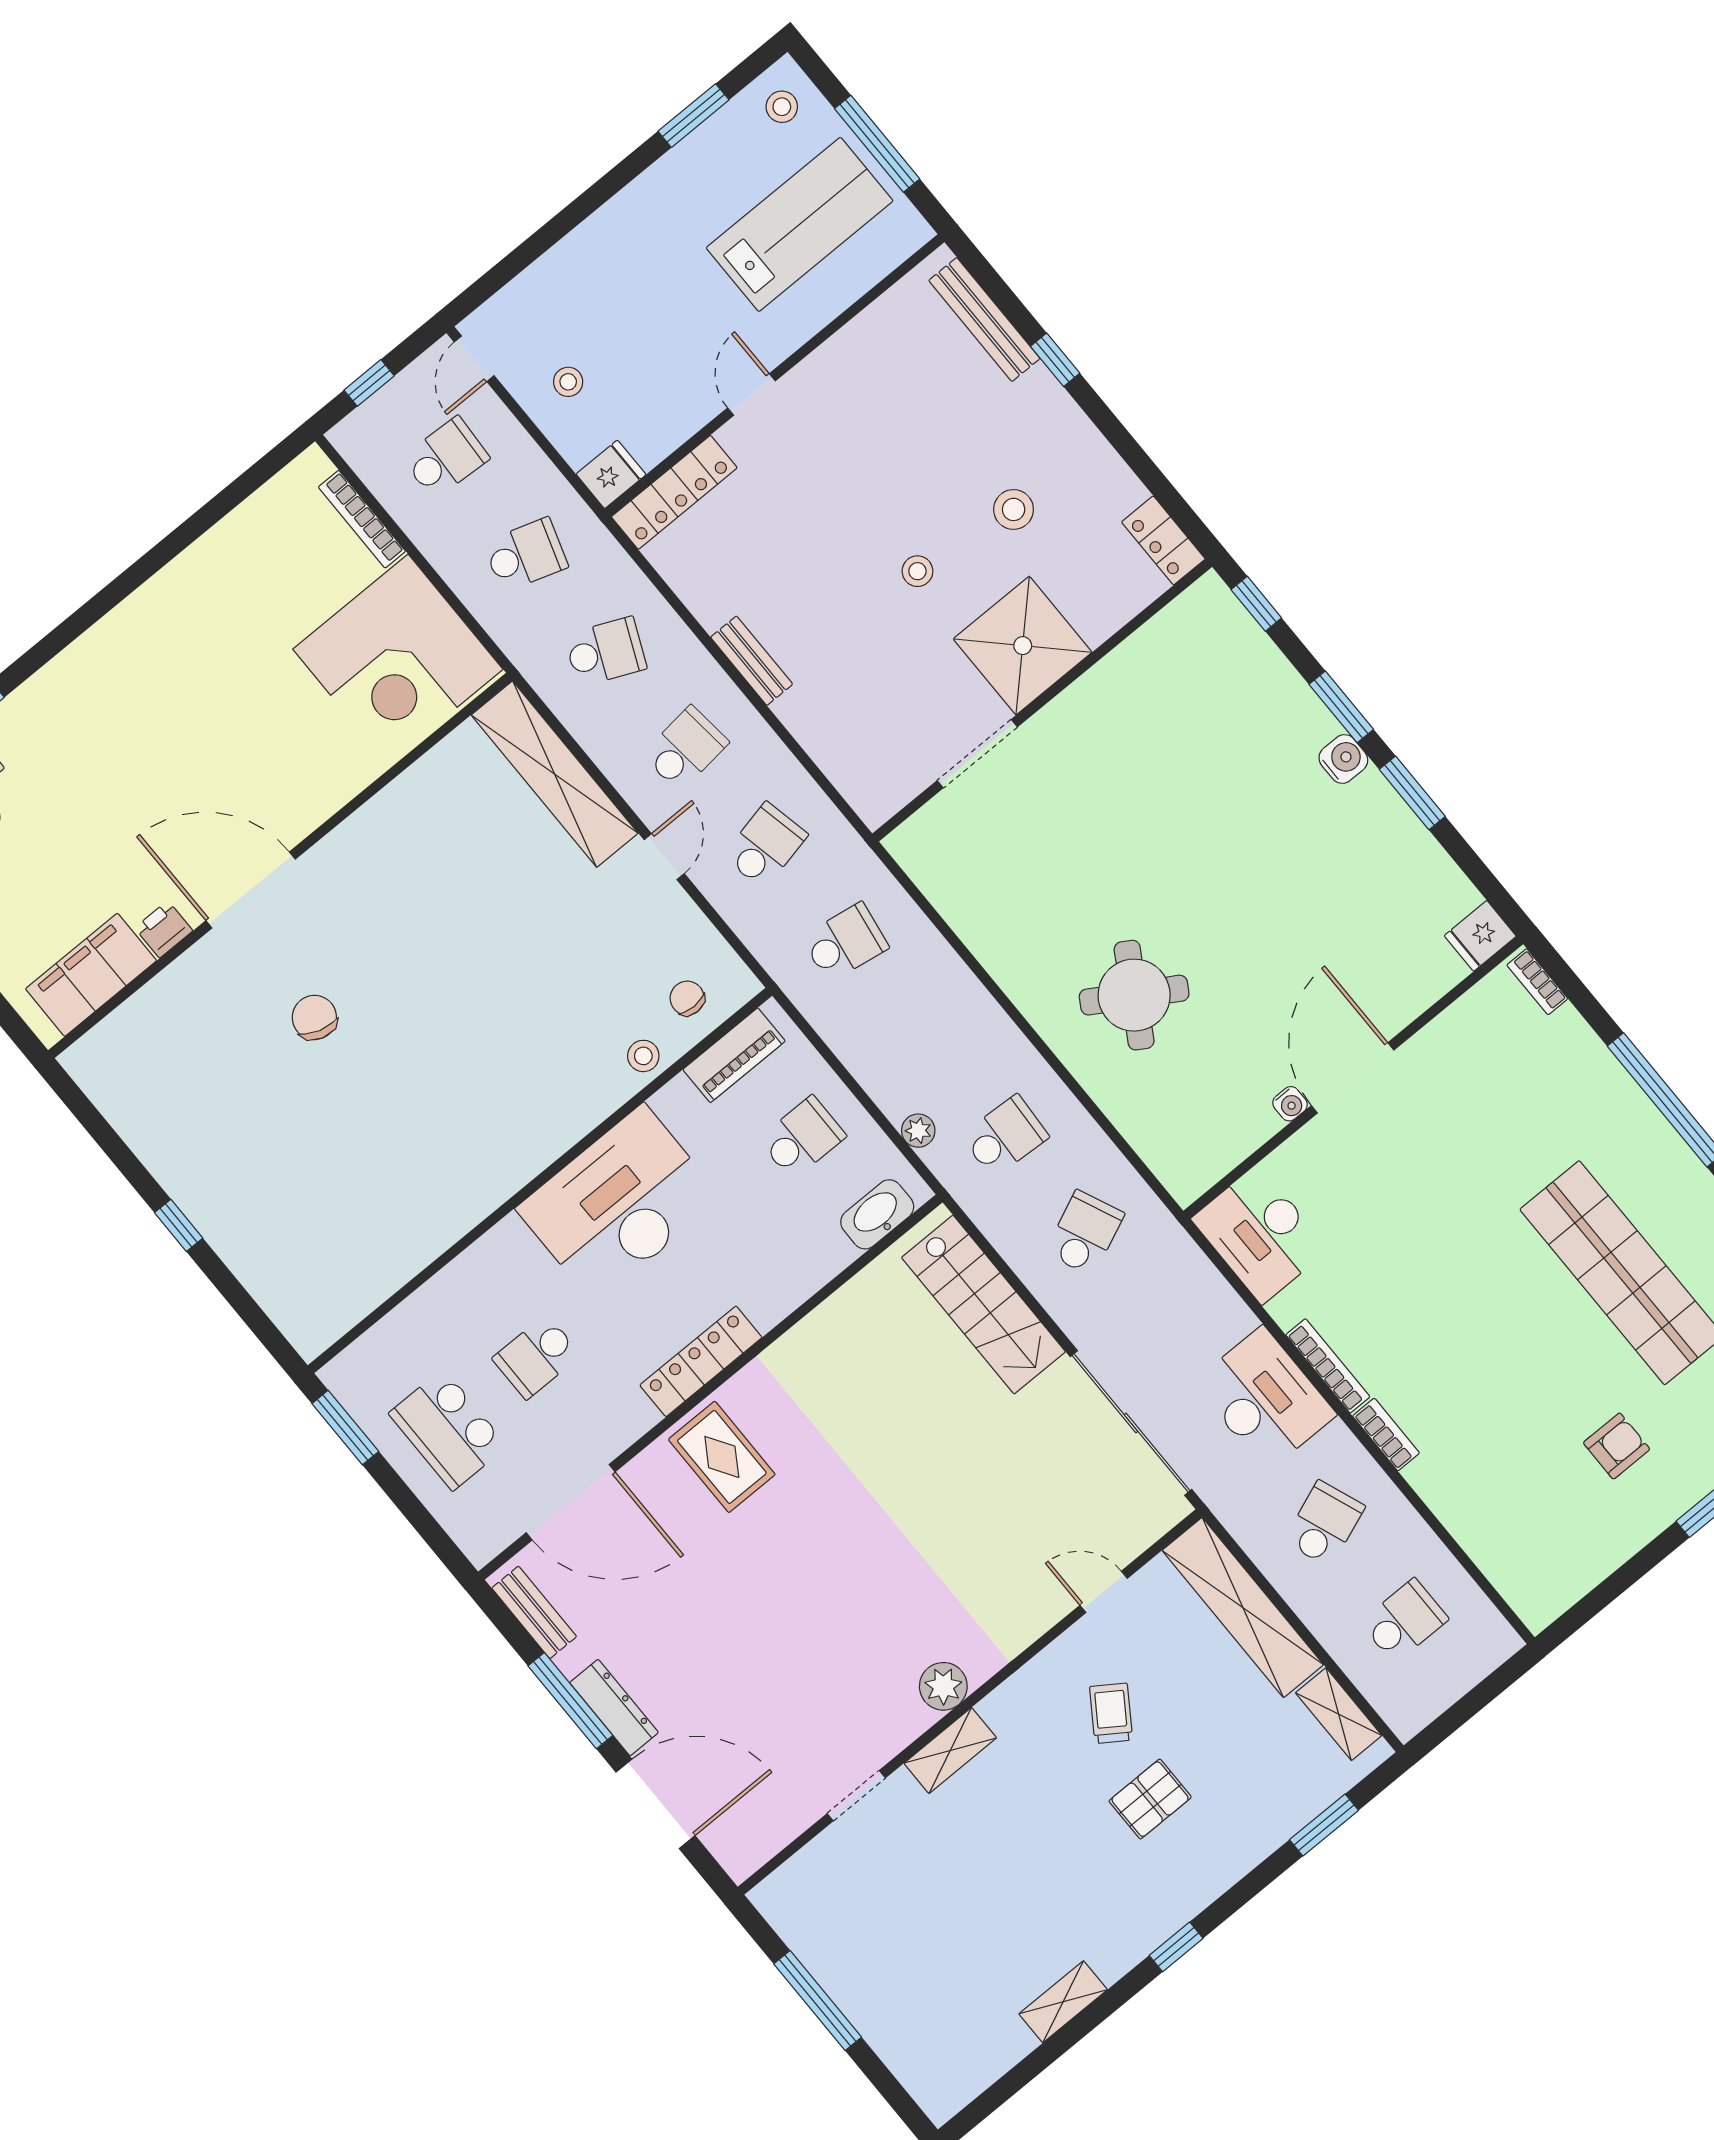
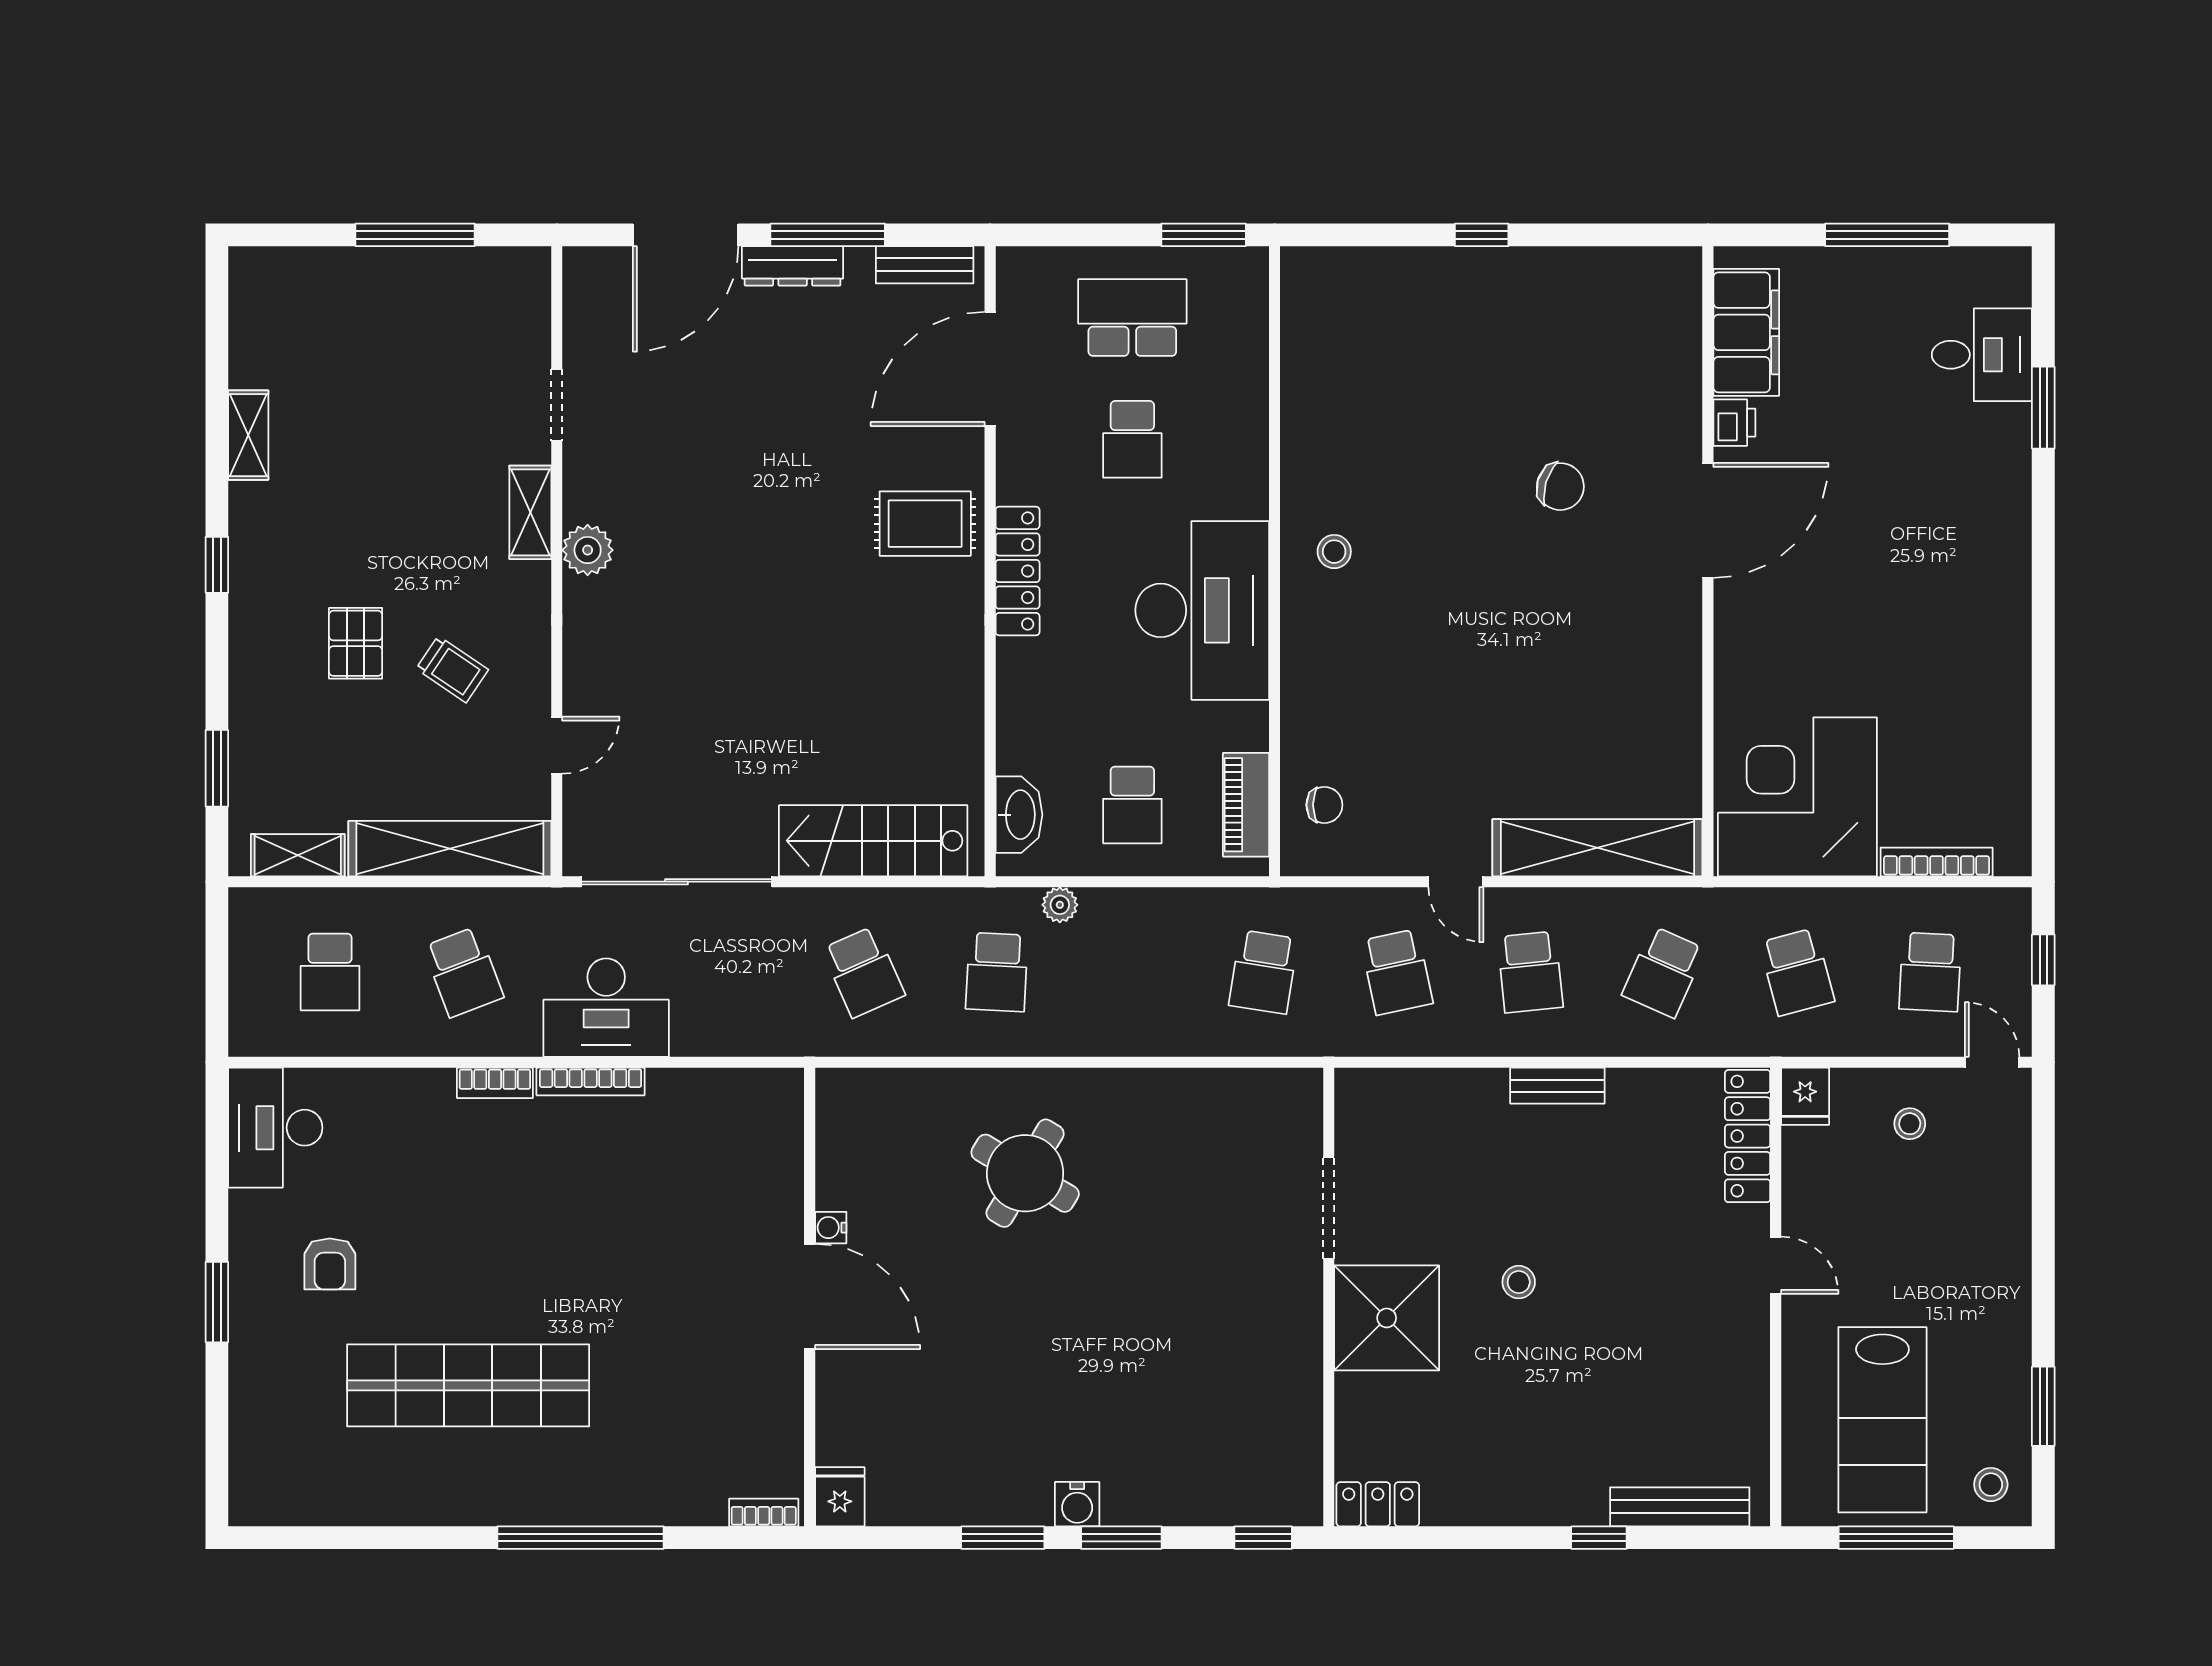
stool: (1014, 509) -> (1504, 1402), removed
school desk: (526, 555) -> (1797, 972), turned -33
stool: (643, 1056) -> (1334, 552), moved
desk: (1260, 1234) -> (275, 1128), moved, turned -90
school desk: (537, 1357) -> (1132, 439), turned 180

